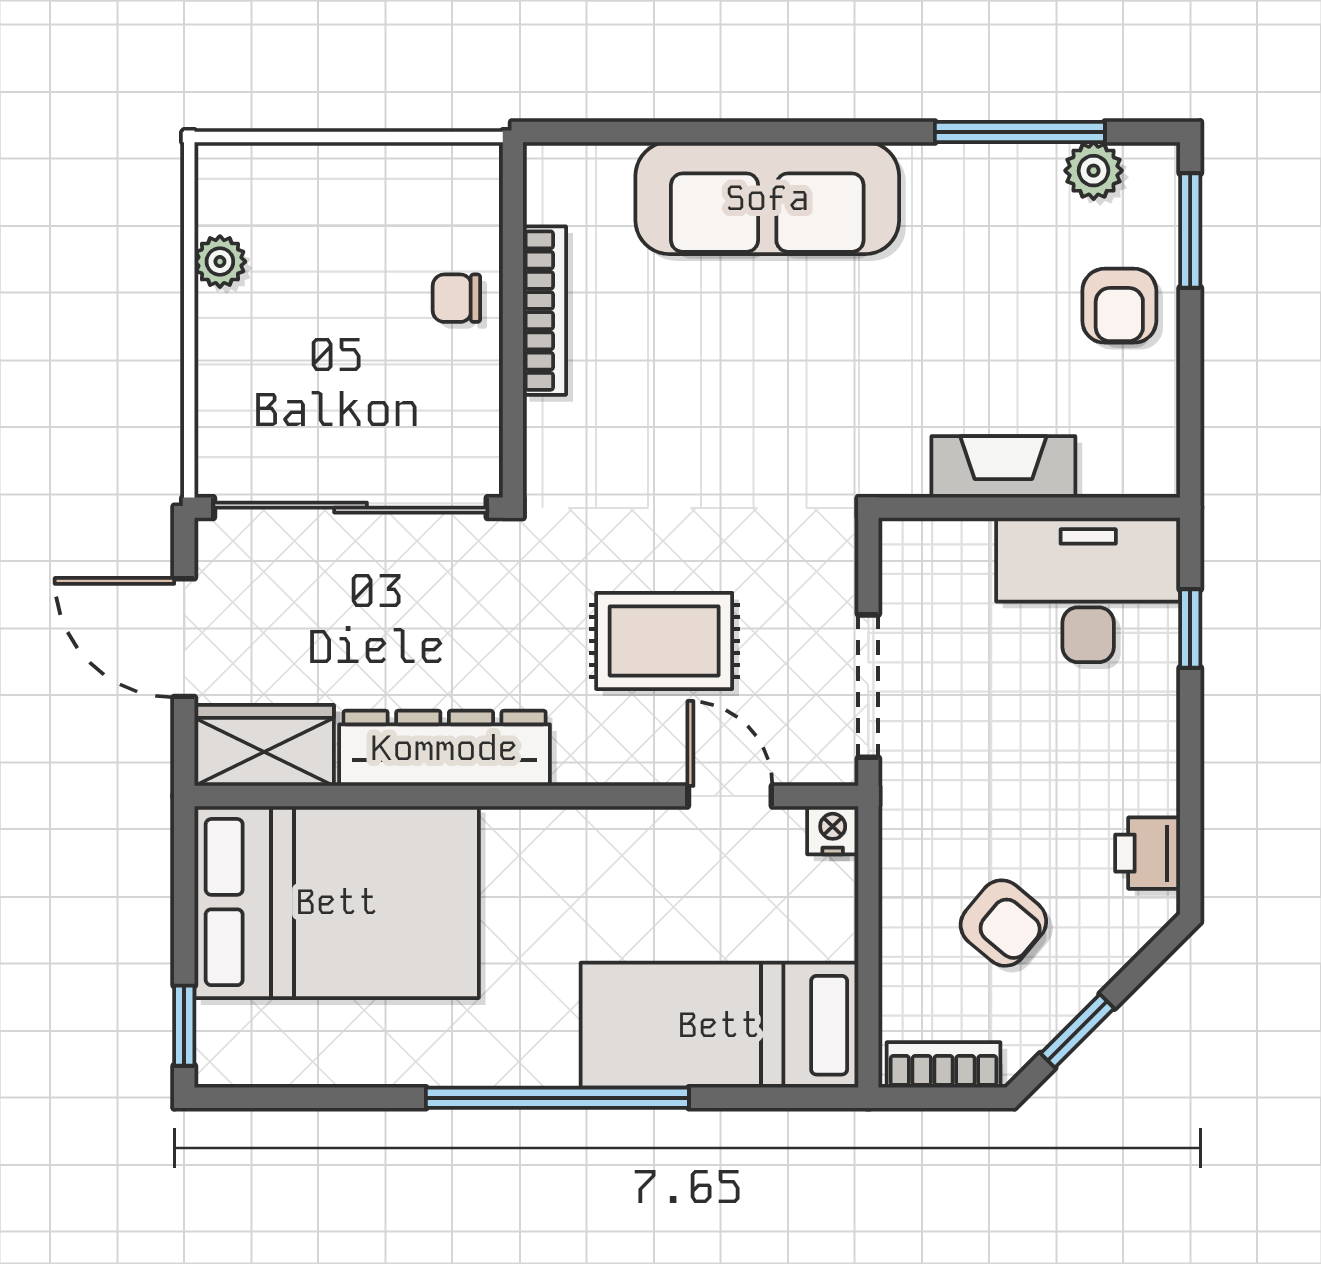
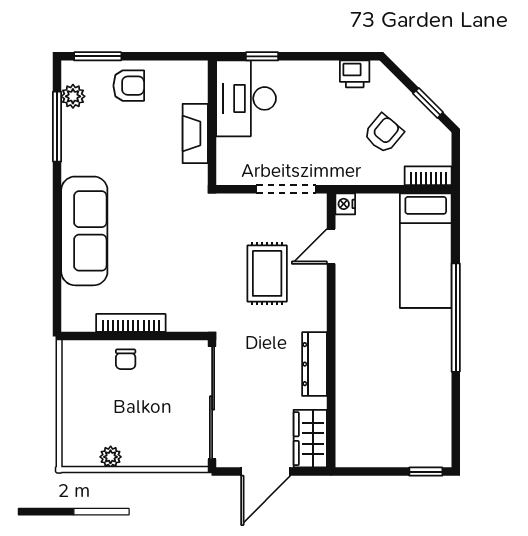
dresser: (445, 748) -> (314, 364), width x0.73, depth x0.80
bed: (337, 902) -> (375, 409), removed
bookcase: (943, 1065) -> (428, 176), moved, turned 90

